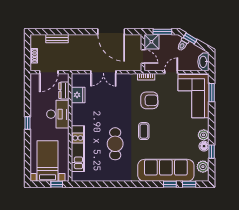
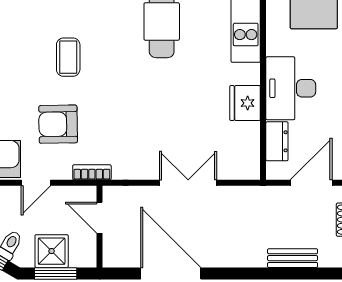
shower: (151, 42) -> (52, 251), moved
fridge: (78, 95) -> (245, 103), moved
armchair: (149, 100) -> (58, 124), moved
coffee table: (144, 131) -> (68, 57), moved

